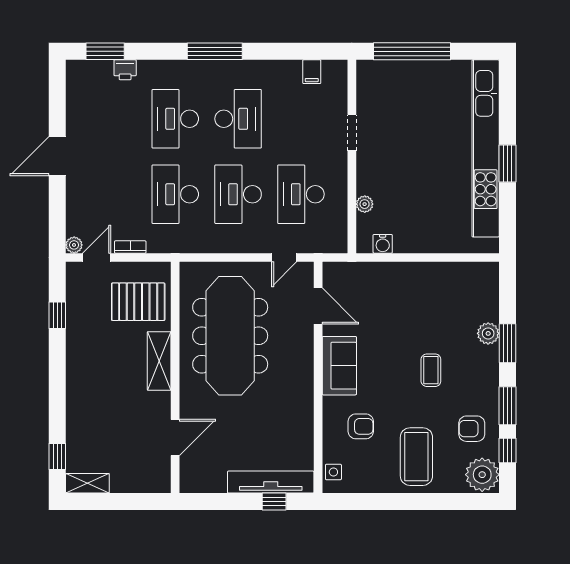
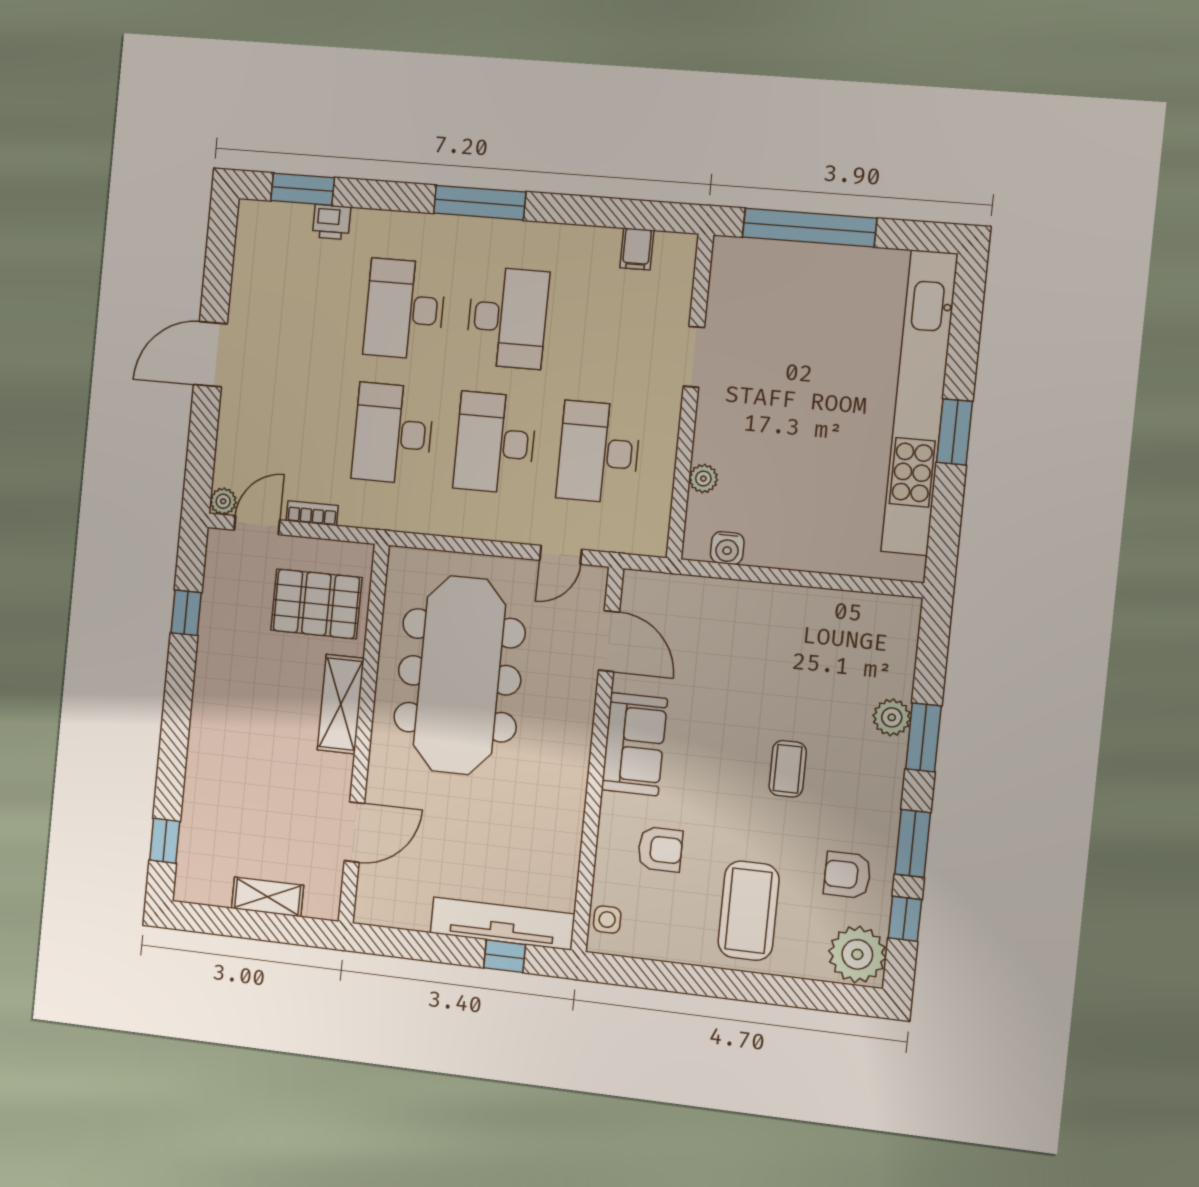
shelving: (87, 483) -> (267, 897), moved

